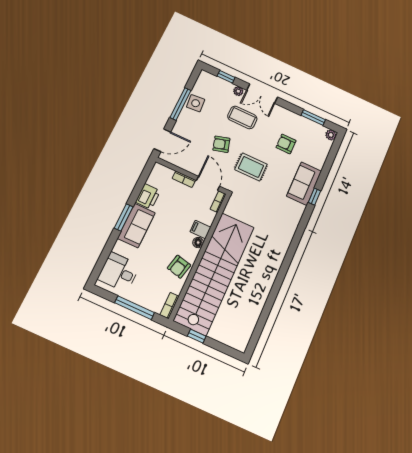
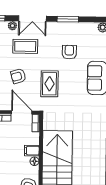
window: (313, 117) -> (68, 19), moved
armchair: (286, 144) -> (69, 52), turned 90
rug: (251, 167) -> (49, 84), turned 90

